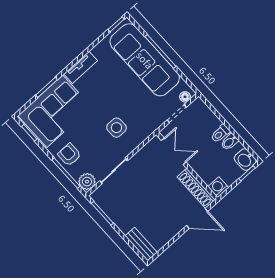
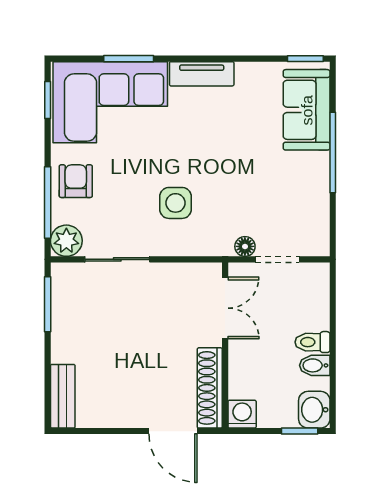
sofa: (145, 60) -> (307, 110), width x0.54, depth x0.79
floor lamp: (185, 97) -> (245, 246), moved

